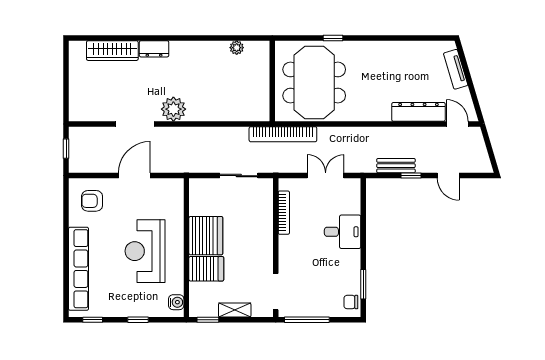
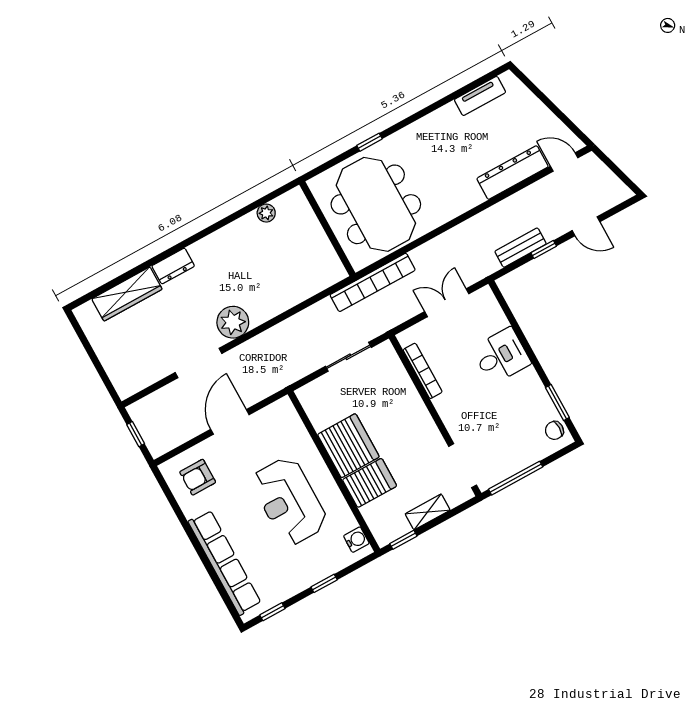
tv unit: (456, 69) -> (480, 96), moved, turned -73

